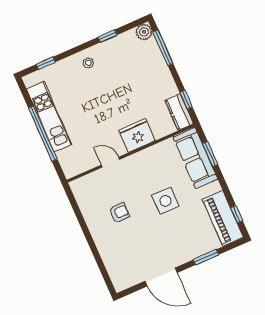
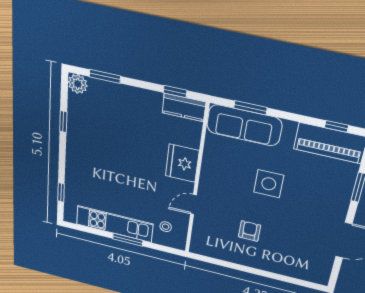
window: (163, 48) -> (105, 76), width x0.69
stool: (88, 63) -> (166, 227), moved
window: (43, 134) -> (128, 240), width x0.47

